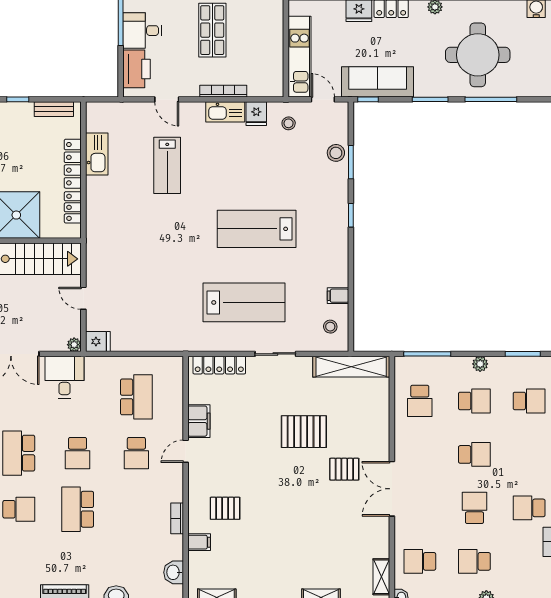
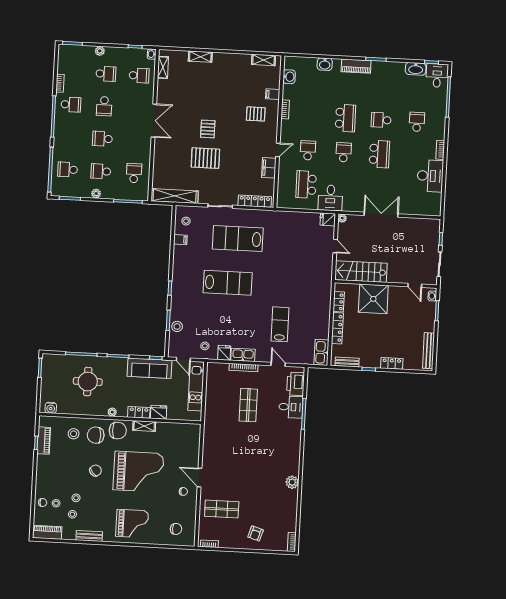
round table: (478, 55) -> (88, 382), width x0.73, depth x0.73
kitchen sink: (97, 154) -> (321, 352), moved
desk: (64, 377) -> (330, 198), moved
pallet: (344, 469) -> (208, 129), moved, turned 90

